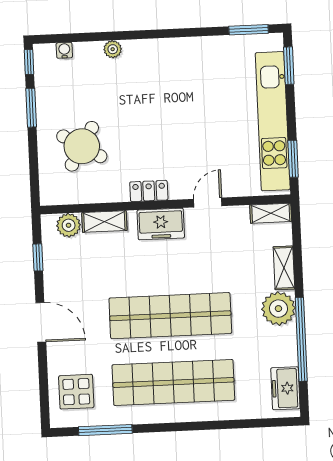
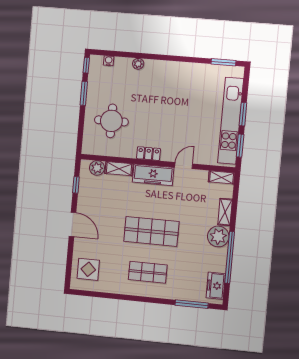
window: (289, 66) -> (243, 114), moved
round table: (82, 146) -> (111, 121), turned -31
freezer: (161, 224) -> (153, 175), width x1.40
shop shelf: (170, 316) -> (151, 231), width x0.71
shop shelf: (173, 382) -> (148, 272), width x0.50, depth x0.74
window: (105, 430) -> (192, 304), moved

